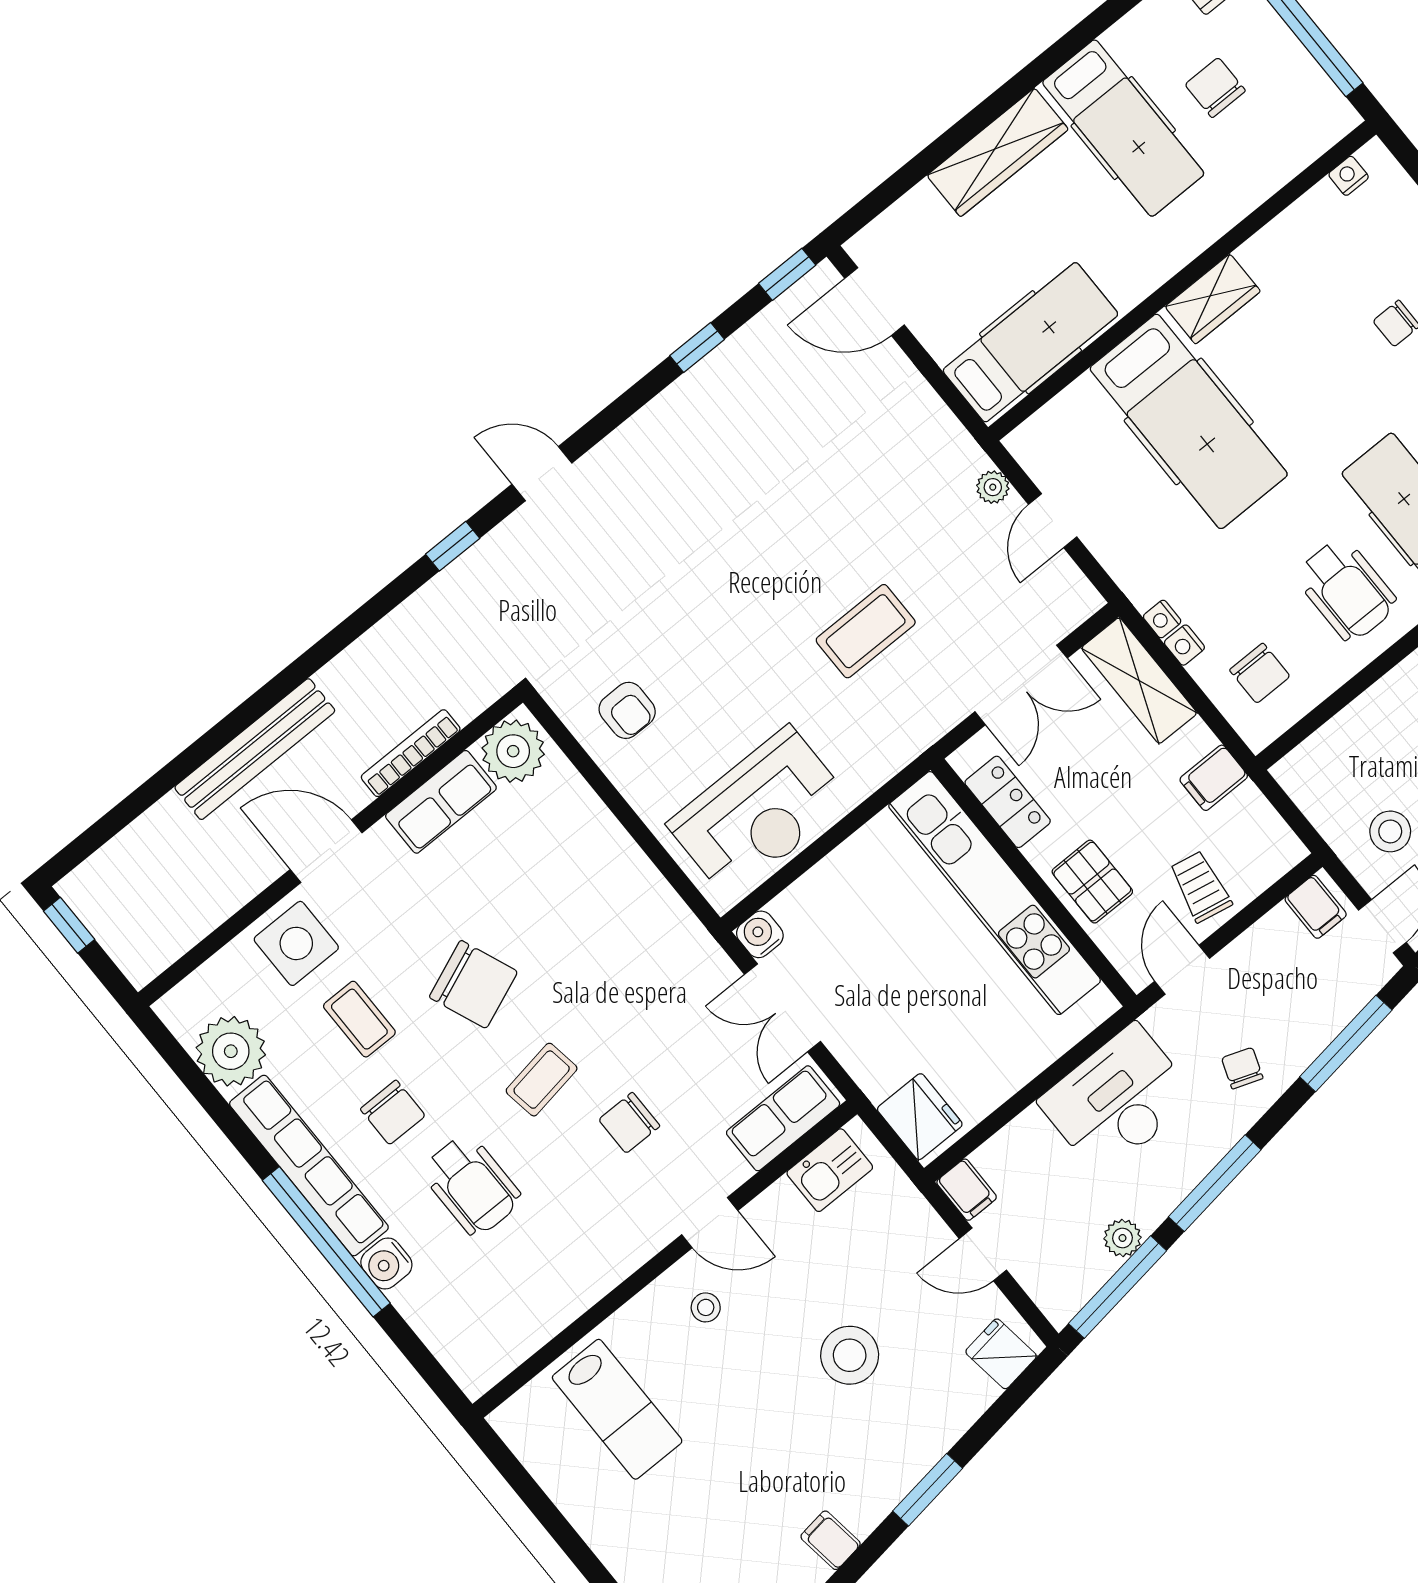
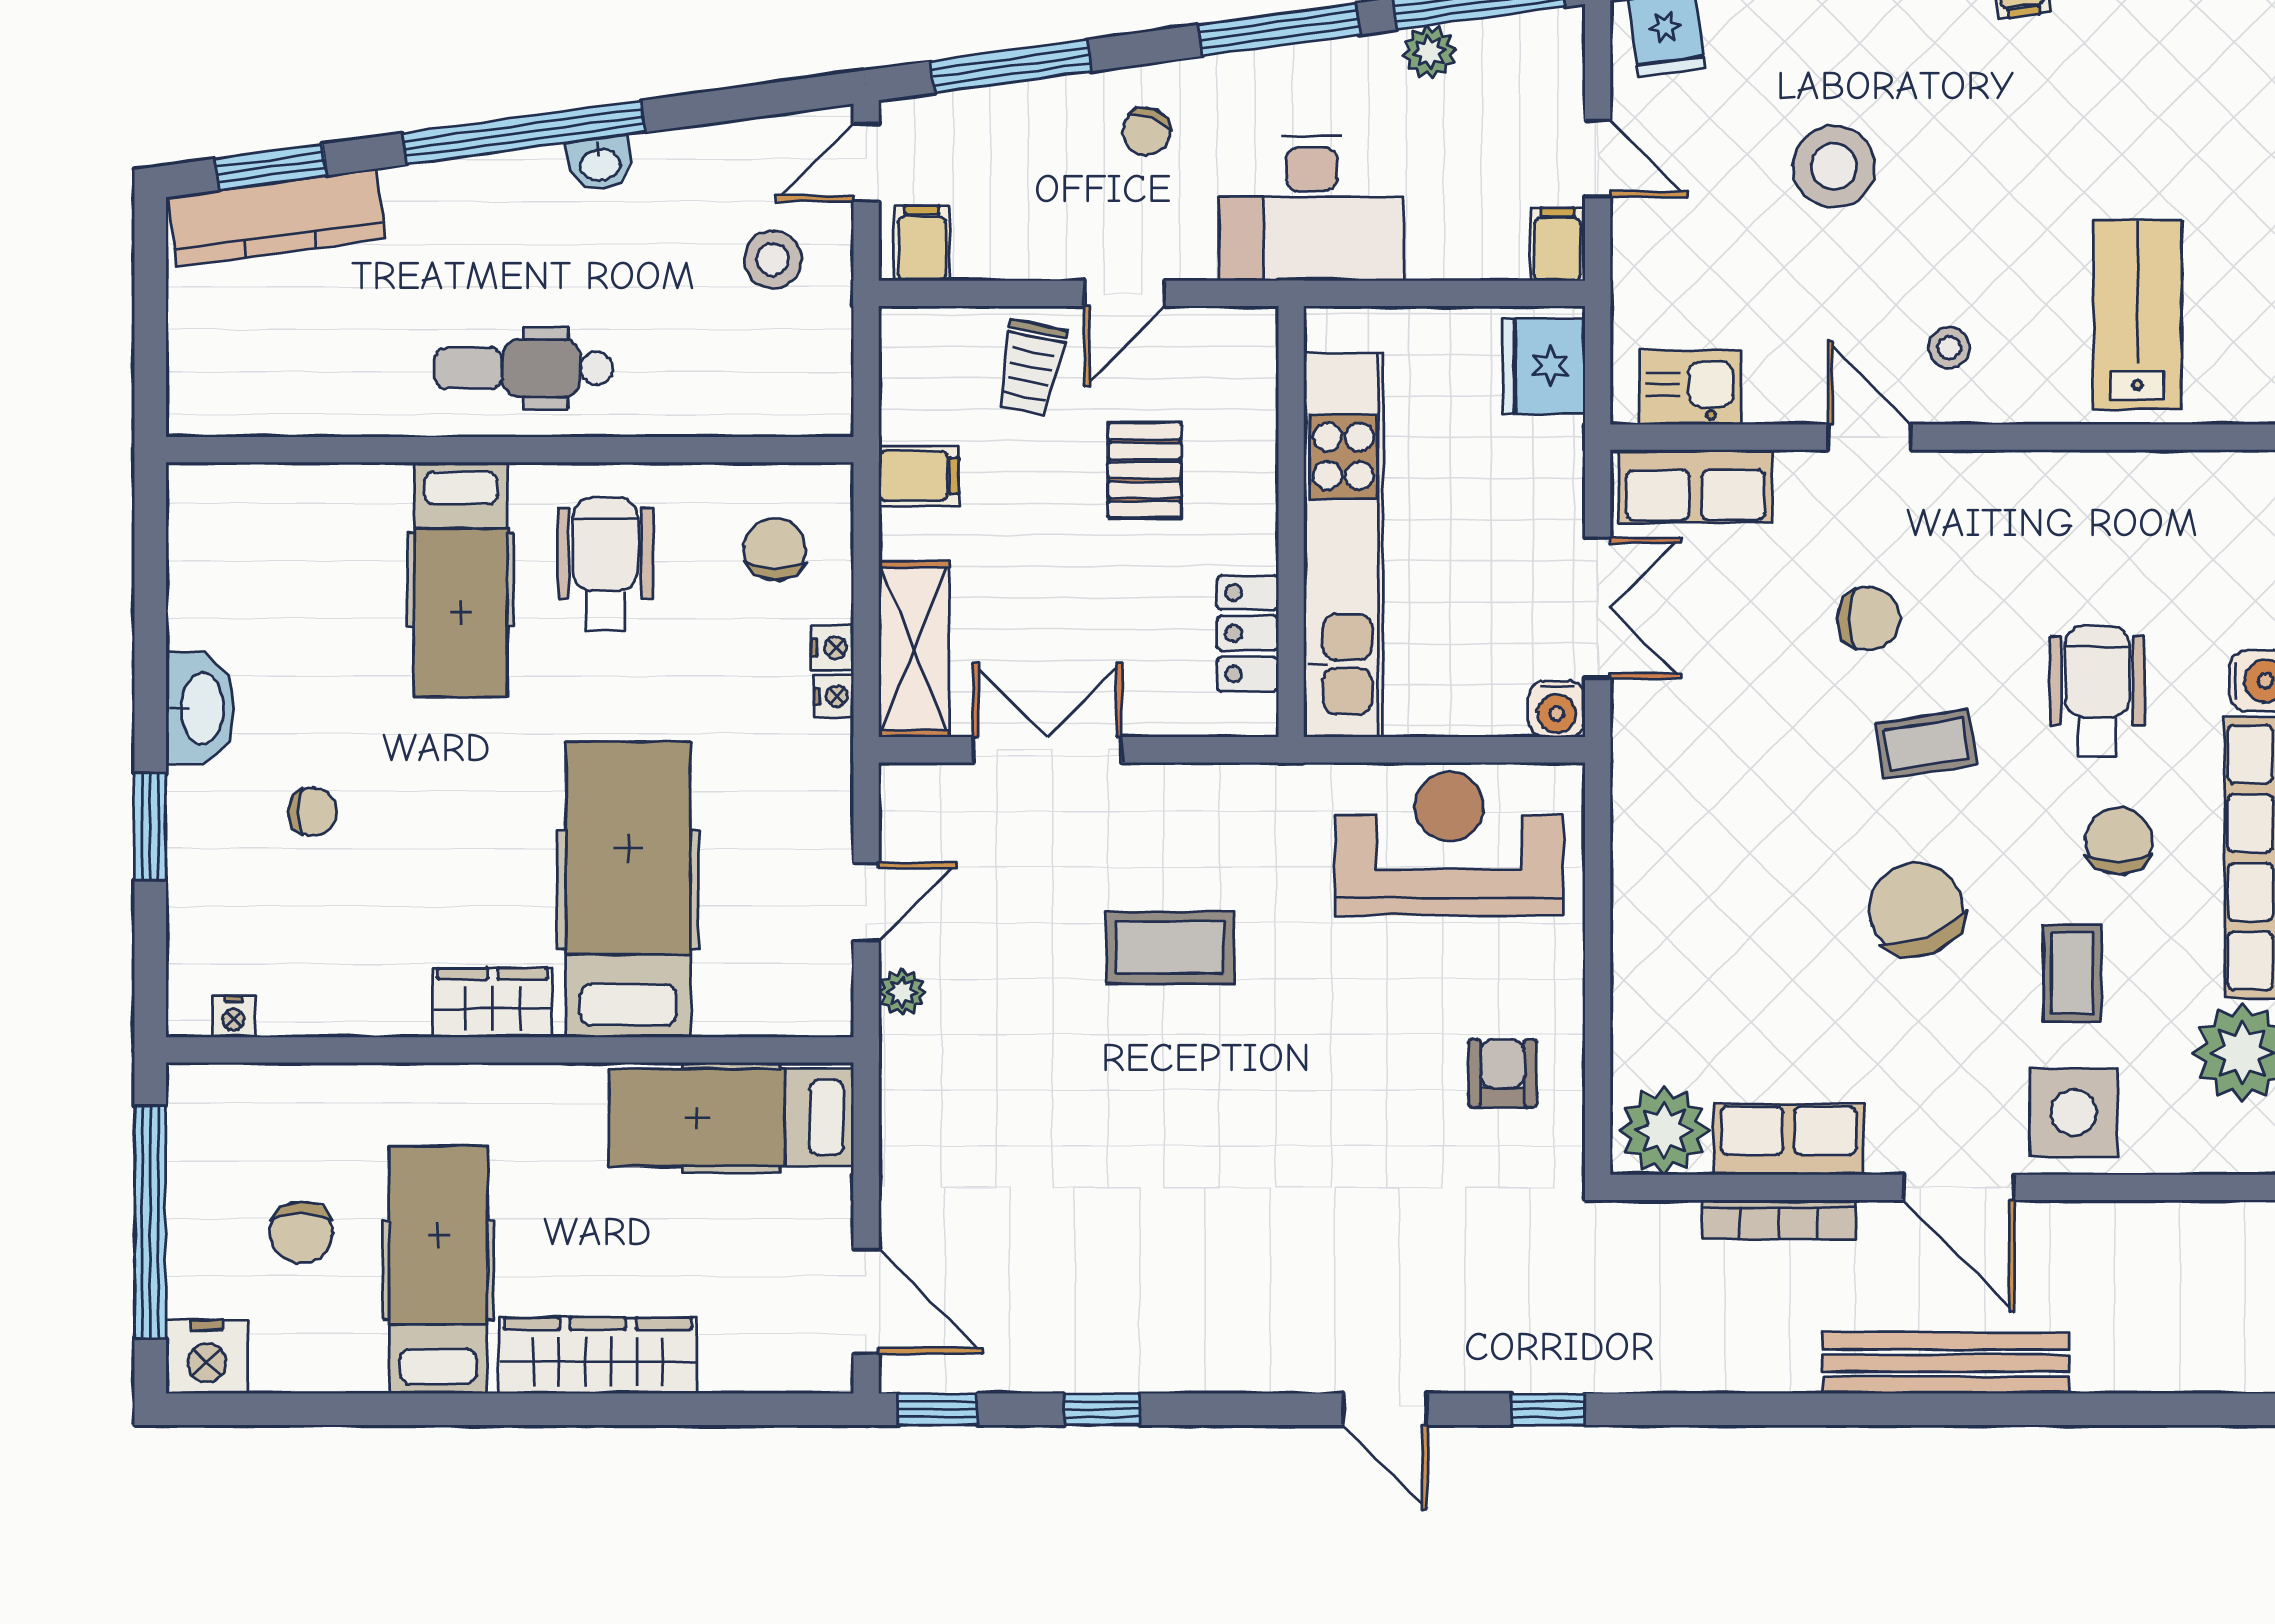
locker: (1008, 802) -> (1248, 633), moved
wall: (1034, 883) -> (1291, 522), moved
kitchen unit: (995, 893) -> (1343, 545), moved

